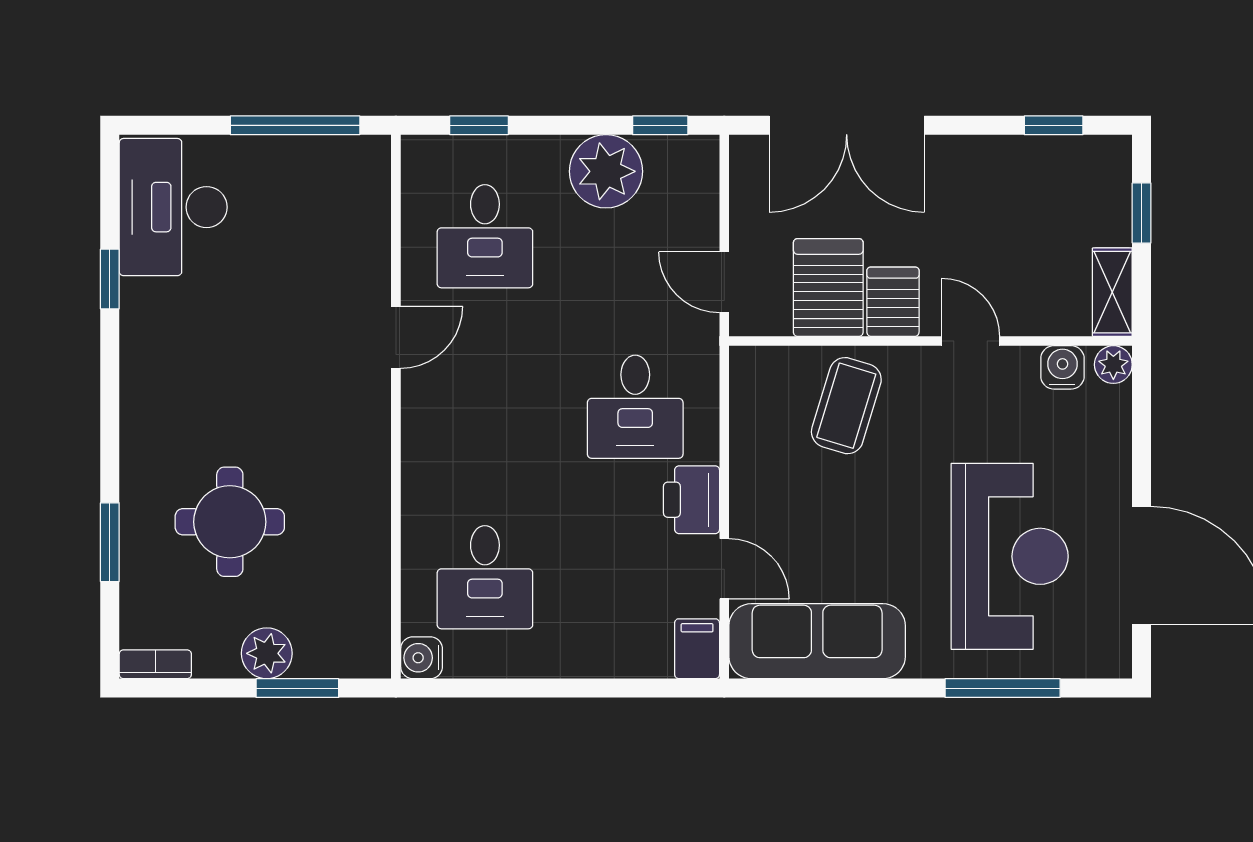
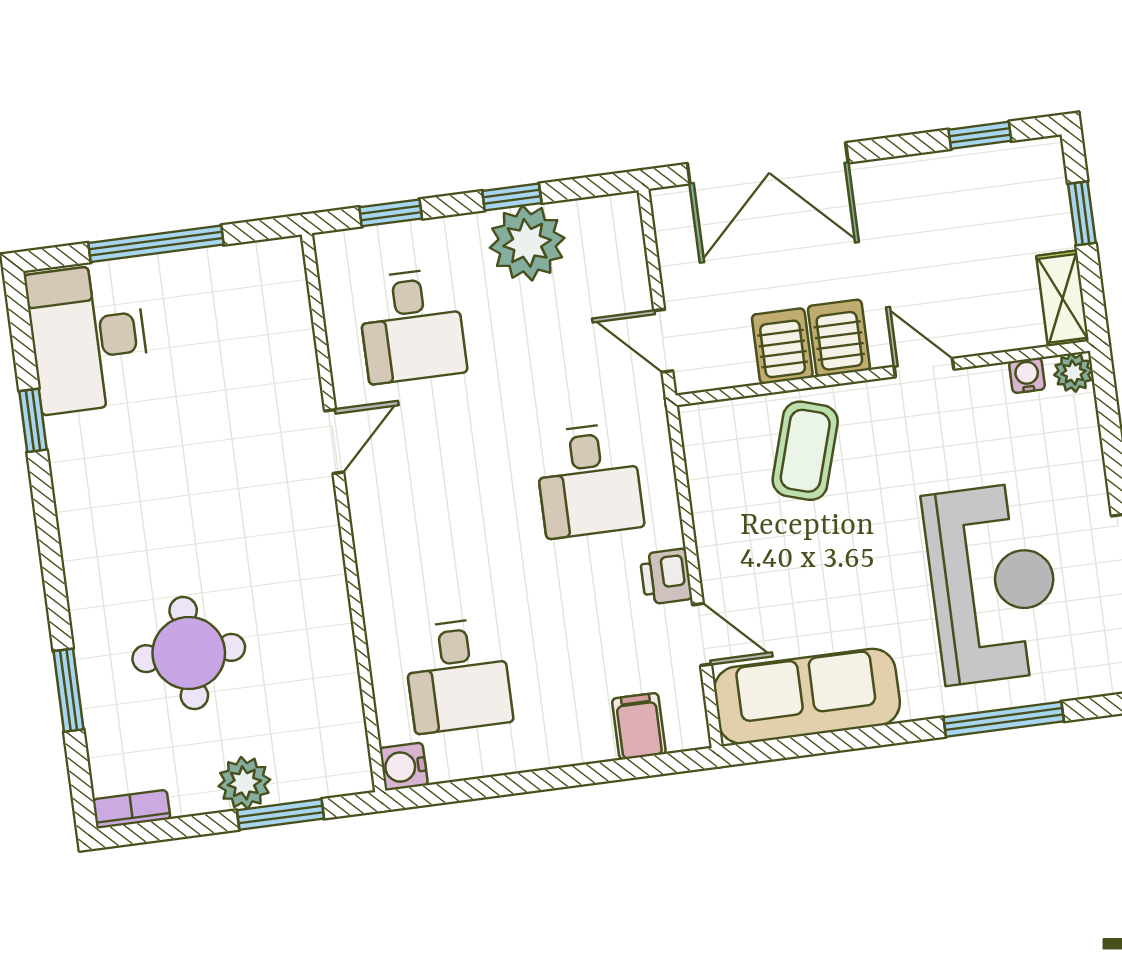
window: (295, 125) -> (156, 244), moved
window: (660, 125) -> (512, 197), moved
server rack: (828, 287) -> (782, 346), width x0.73, depth x0.70
water cooler: (1062, 367) -> (1027, 375), width x0.72, depth x0.72
printer: (691, 500) -> (666, 577), width x0.73, depth x0.81
filing cabinet: (697, 649) -> (639, 726), moved

